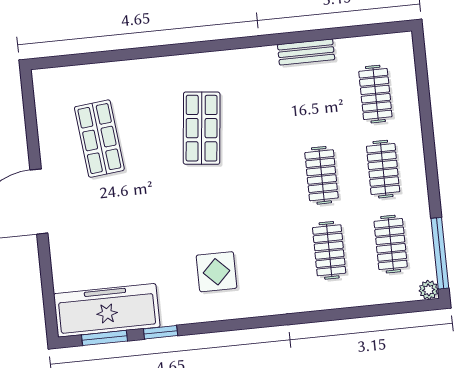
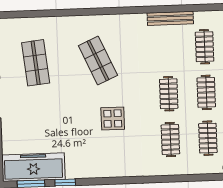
bench: (306, 52) -> (170, 18), width x1.36
shop shelf: (202, 128) -> (98, 61), turned -30
display table: (217, 272) -> (113, 119), moved

